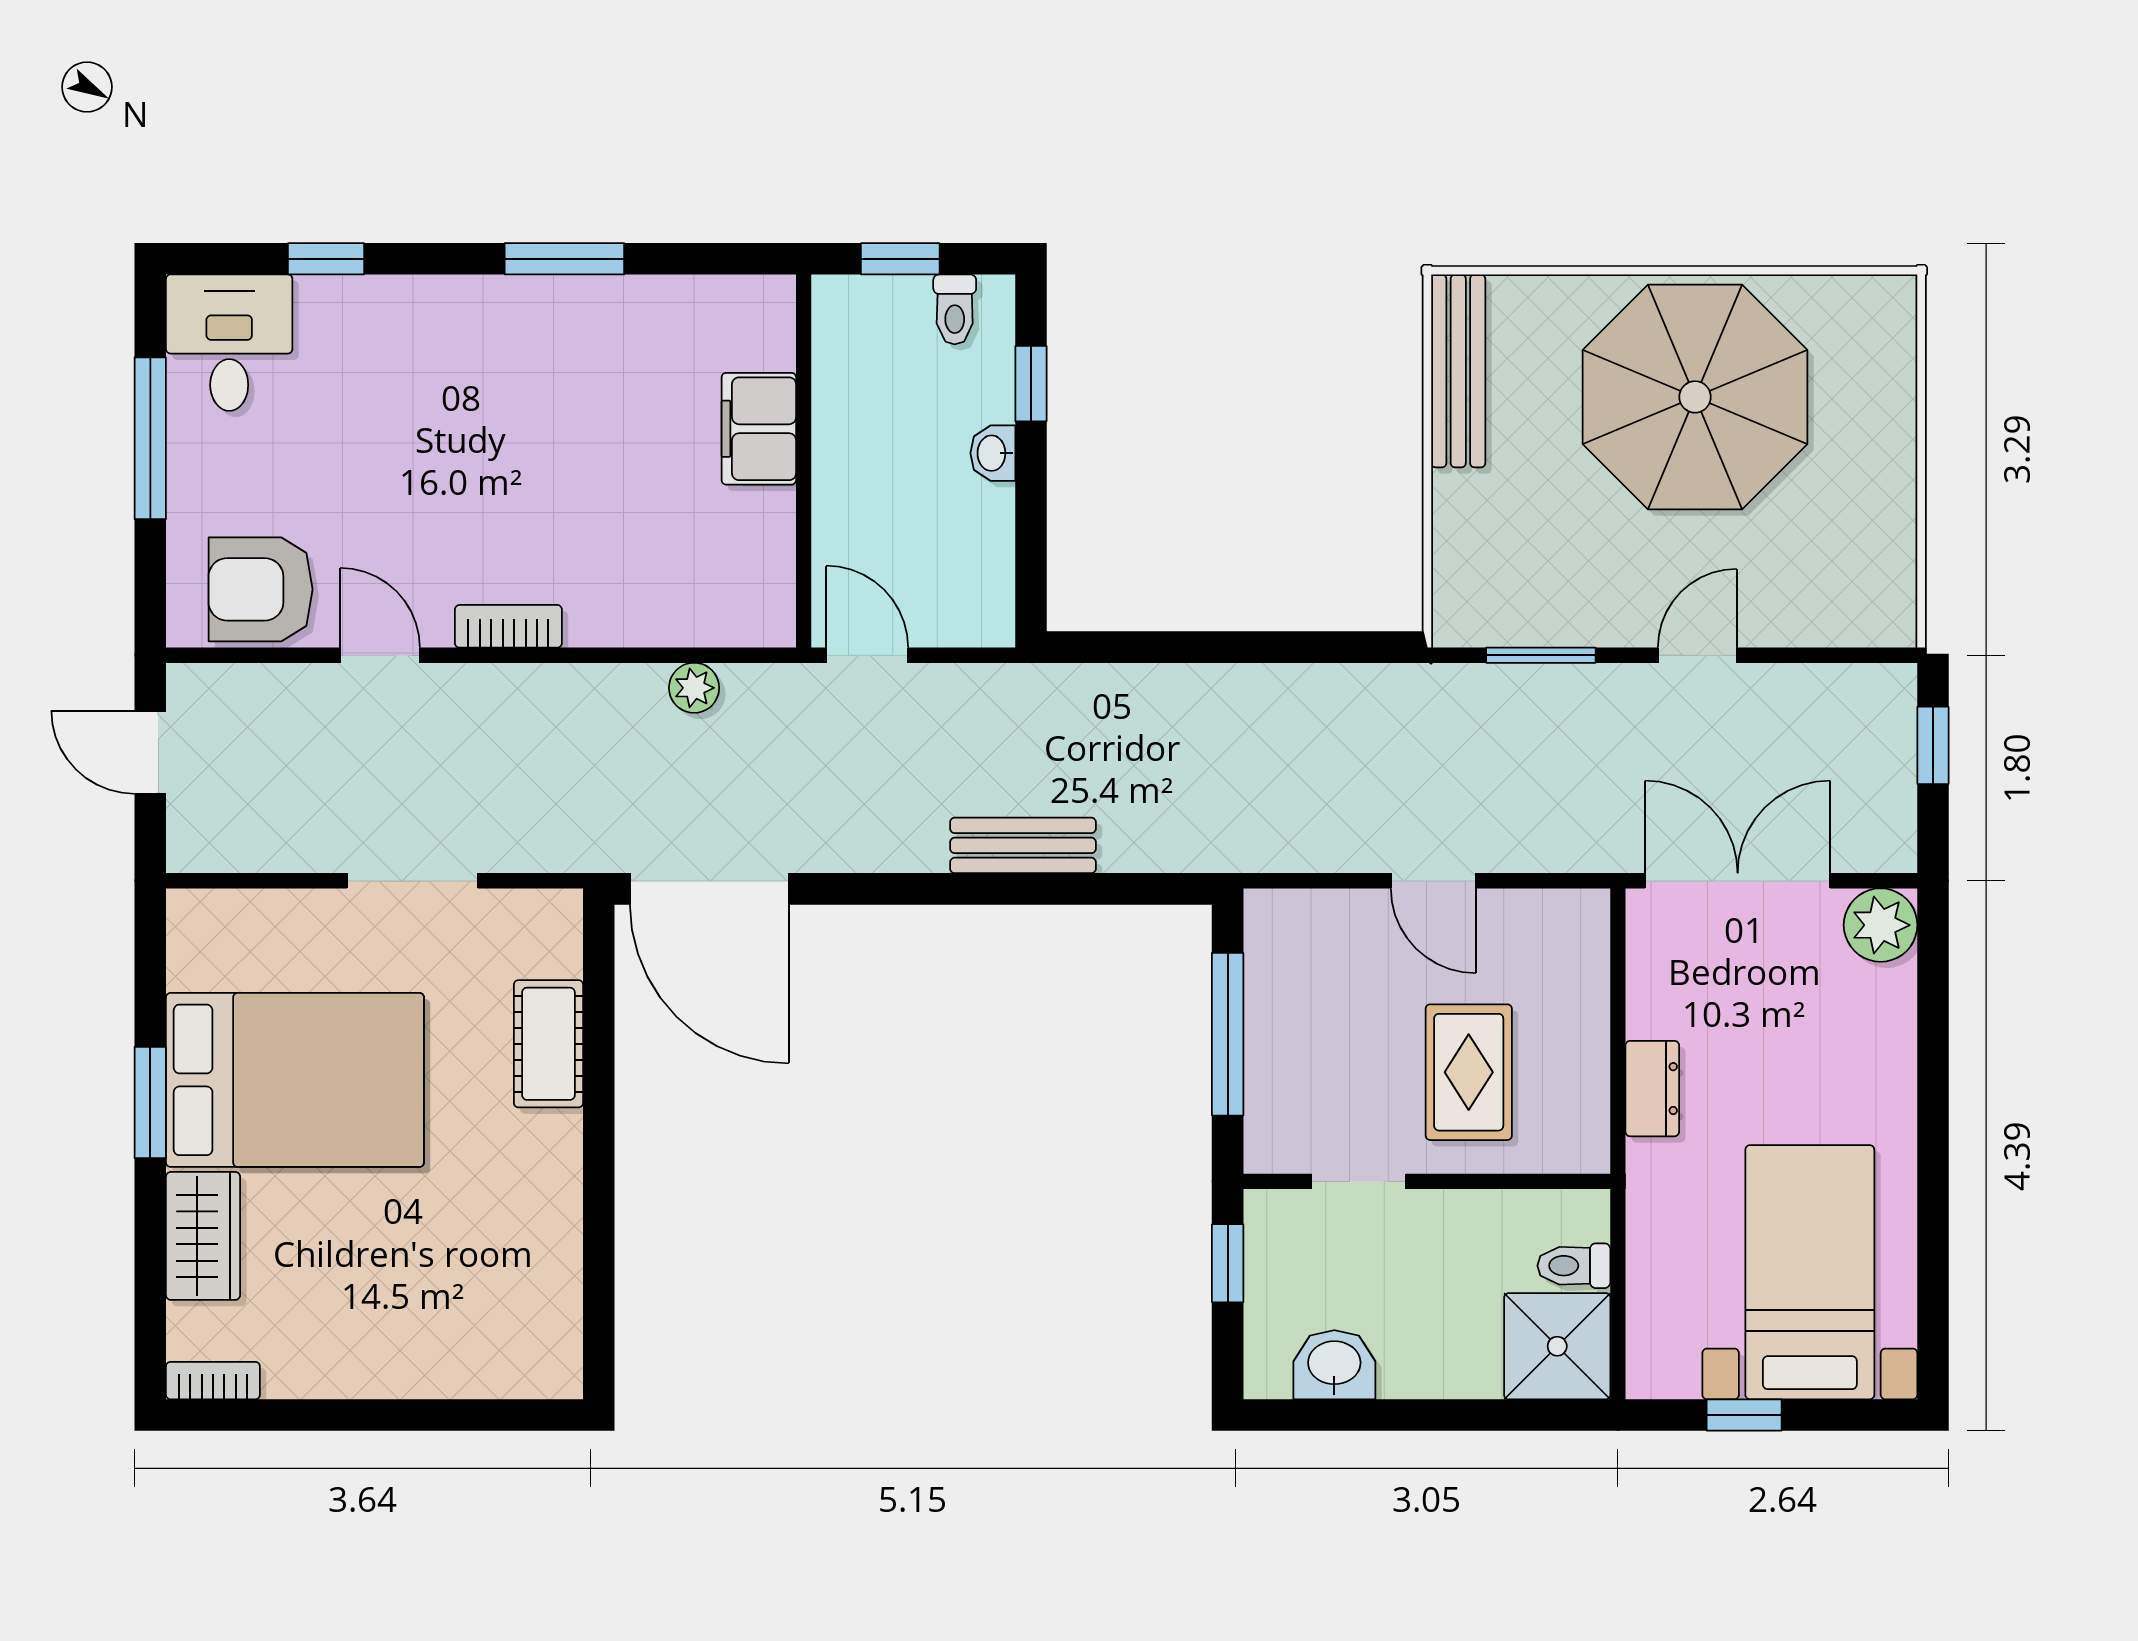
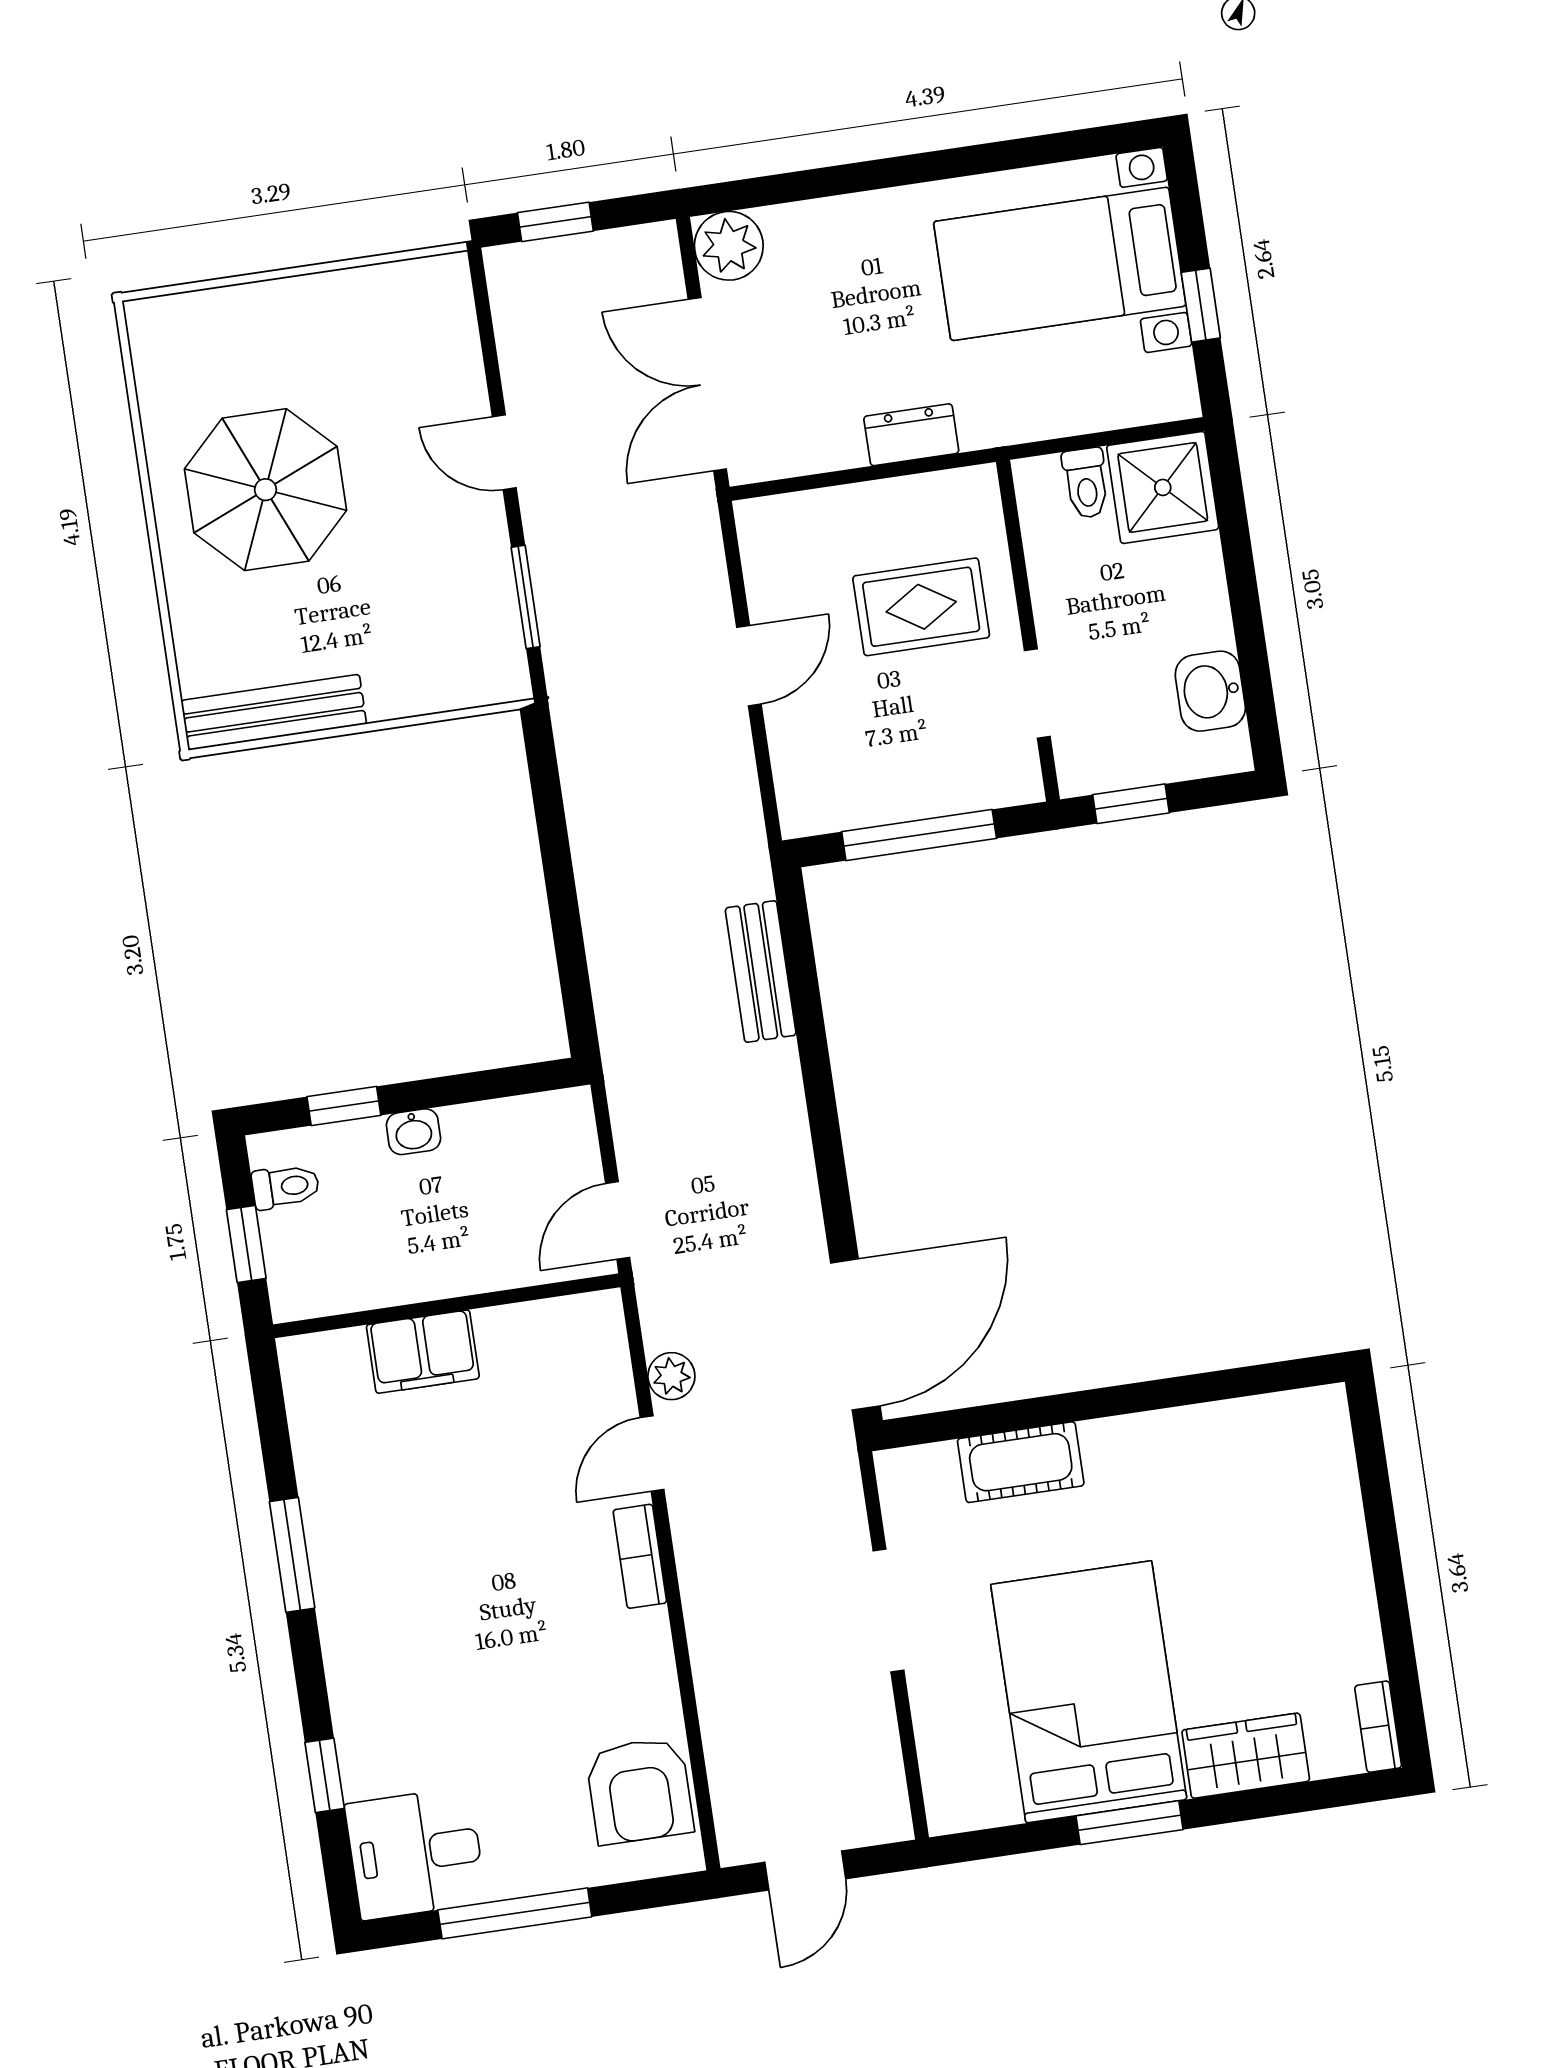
parasol: (1695, 397) -> (266, 490), width x0.73, depth x0.73
door: (380, 655) -> (652, 1453), moved
bench: (1023, 845) -> (761, 972), moved

